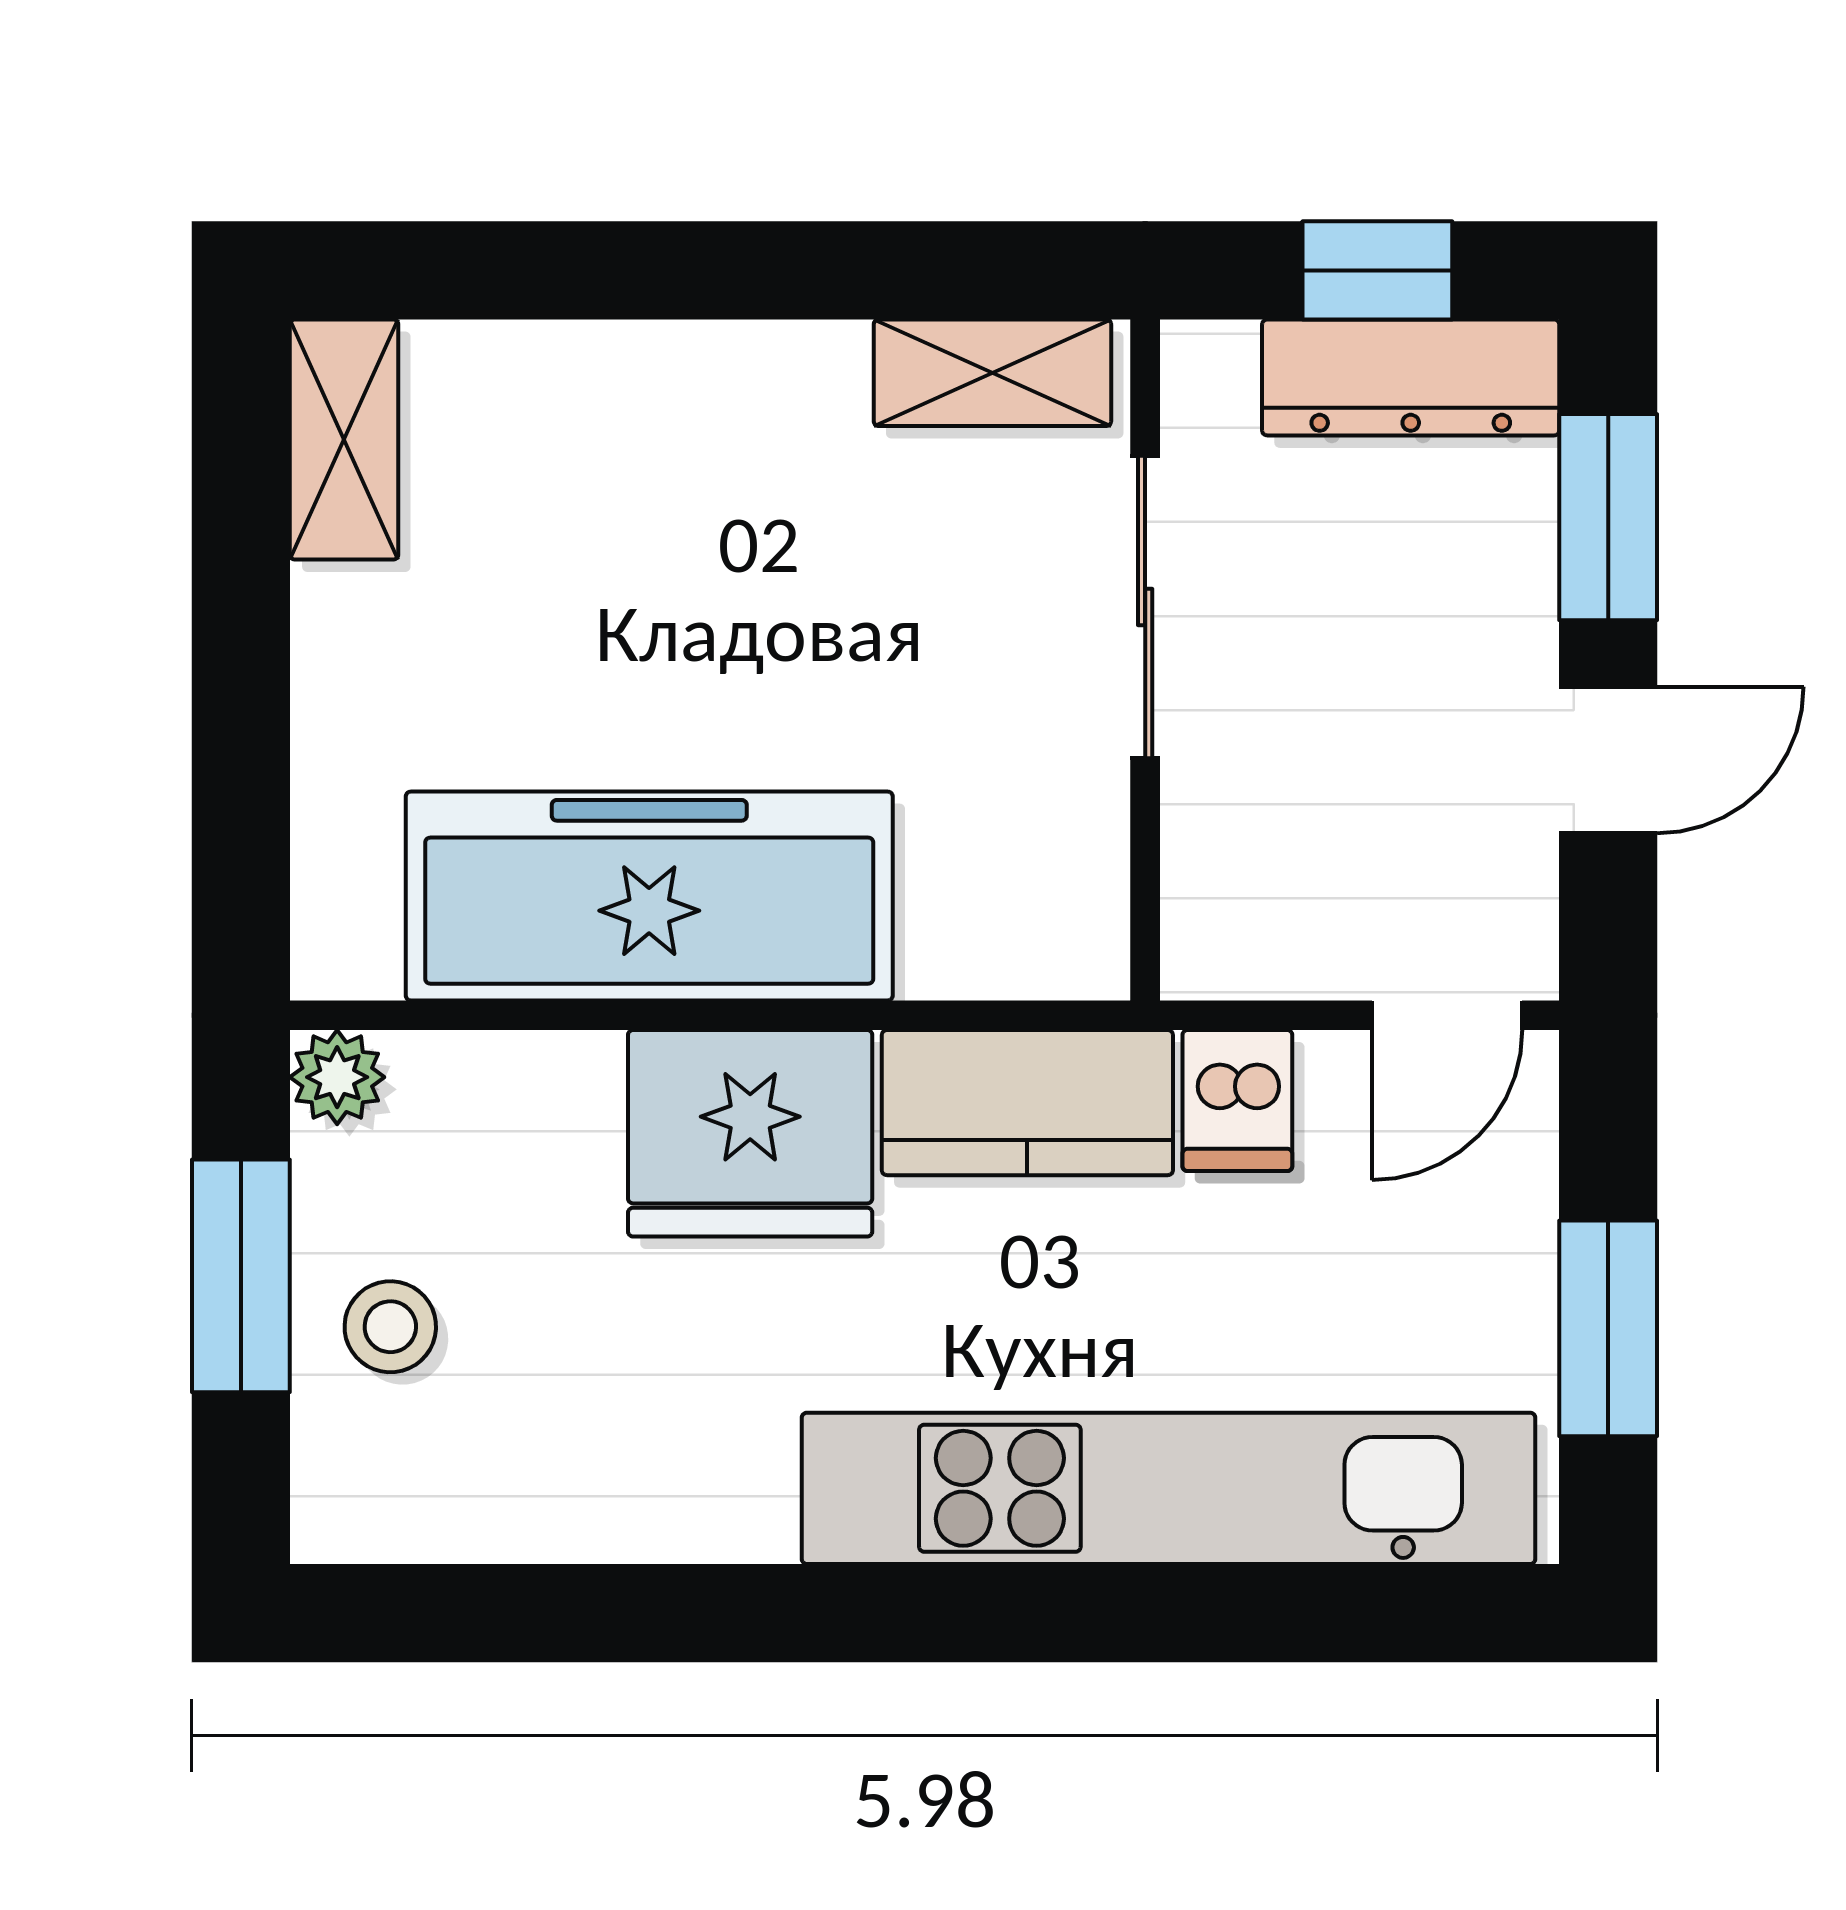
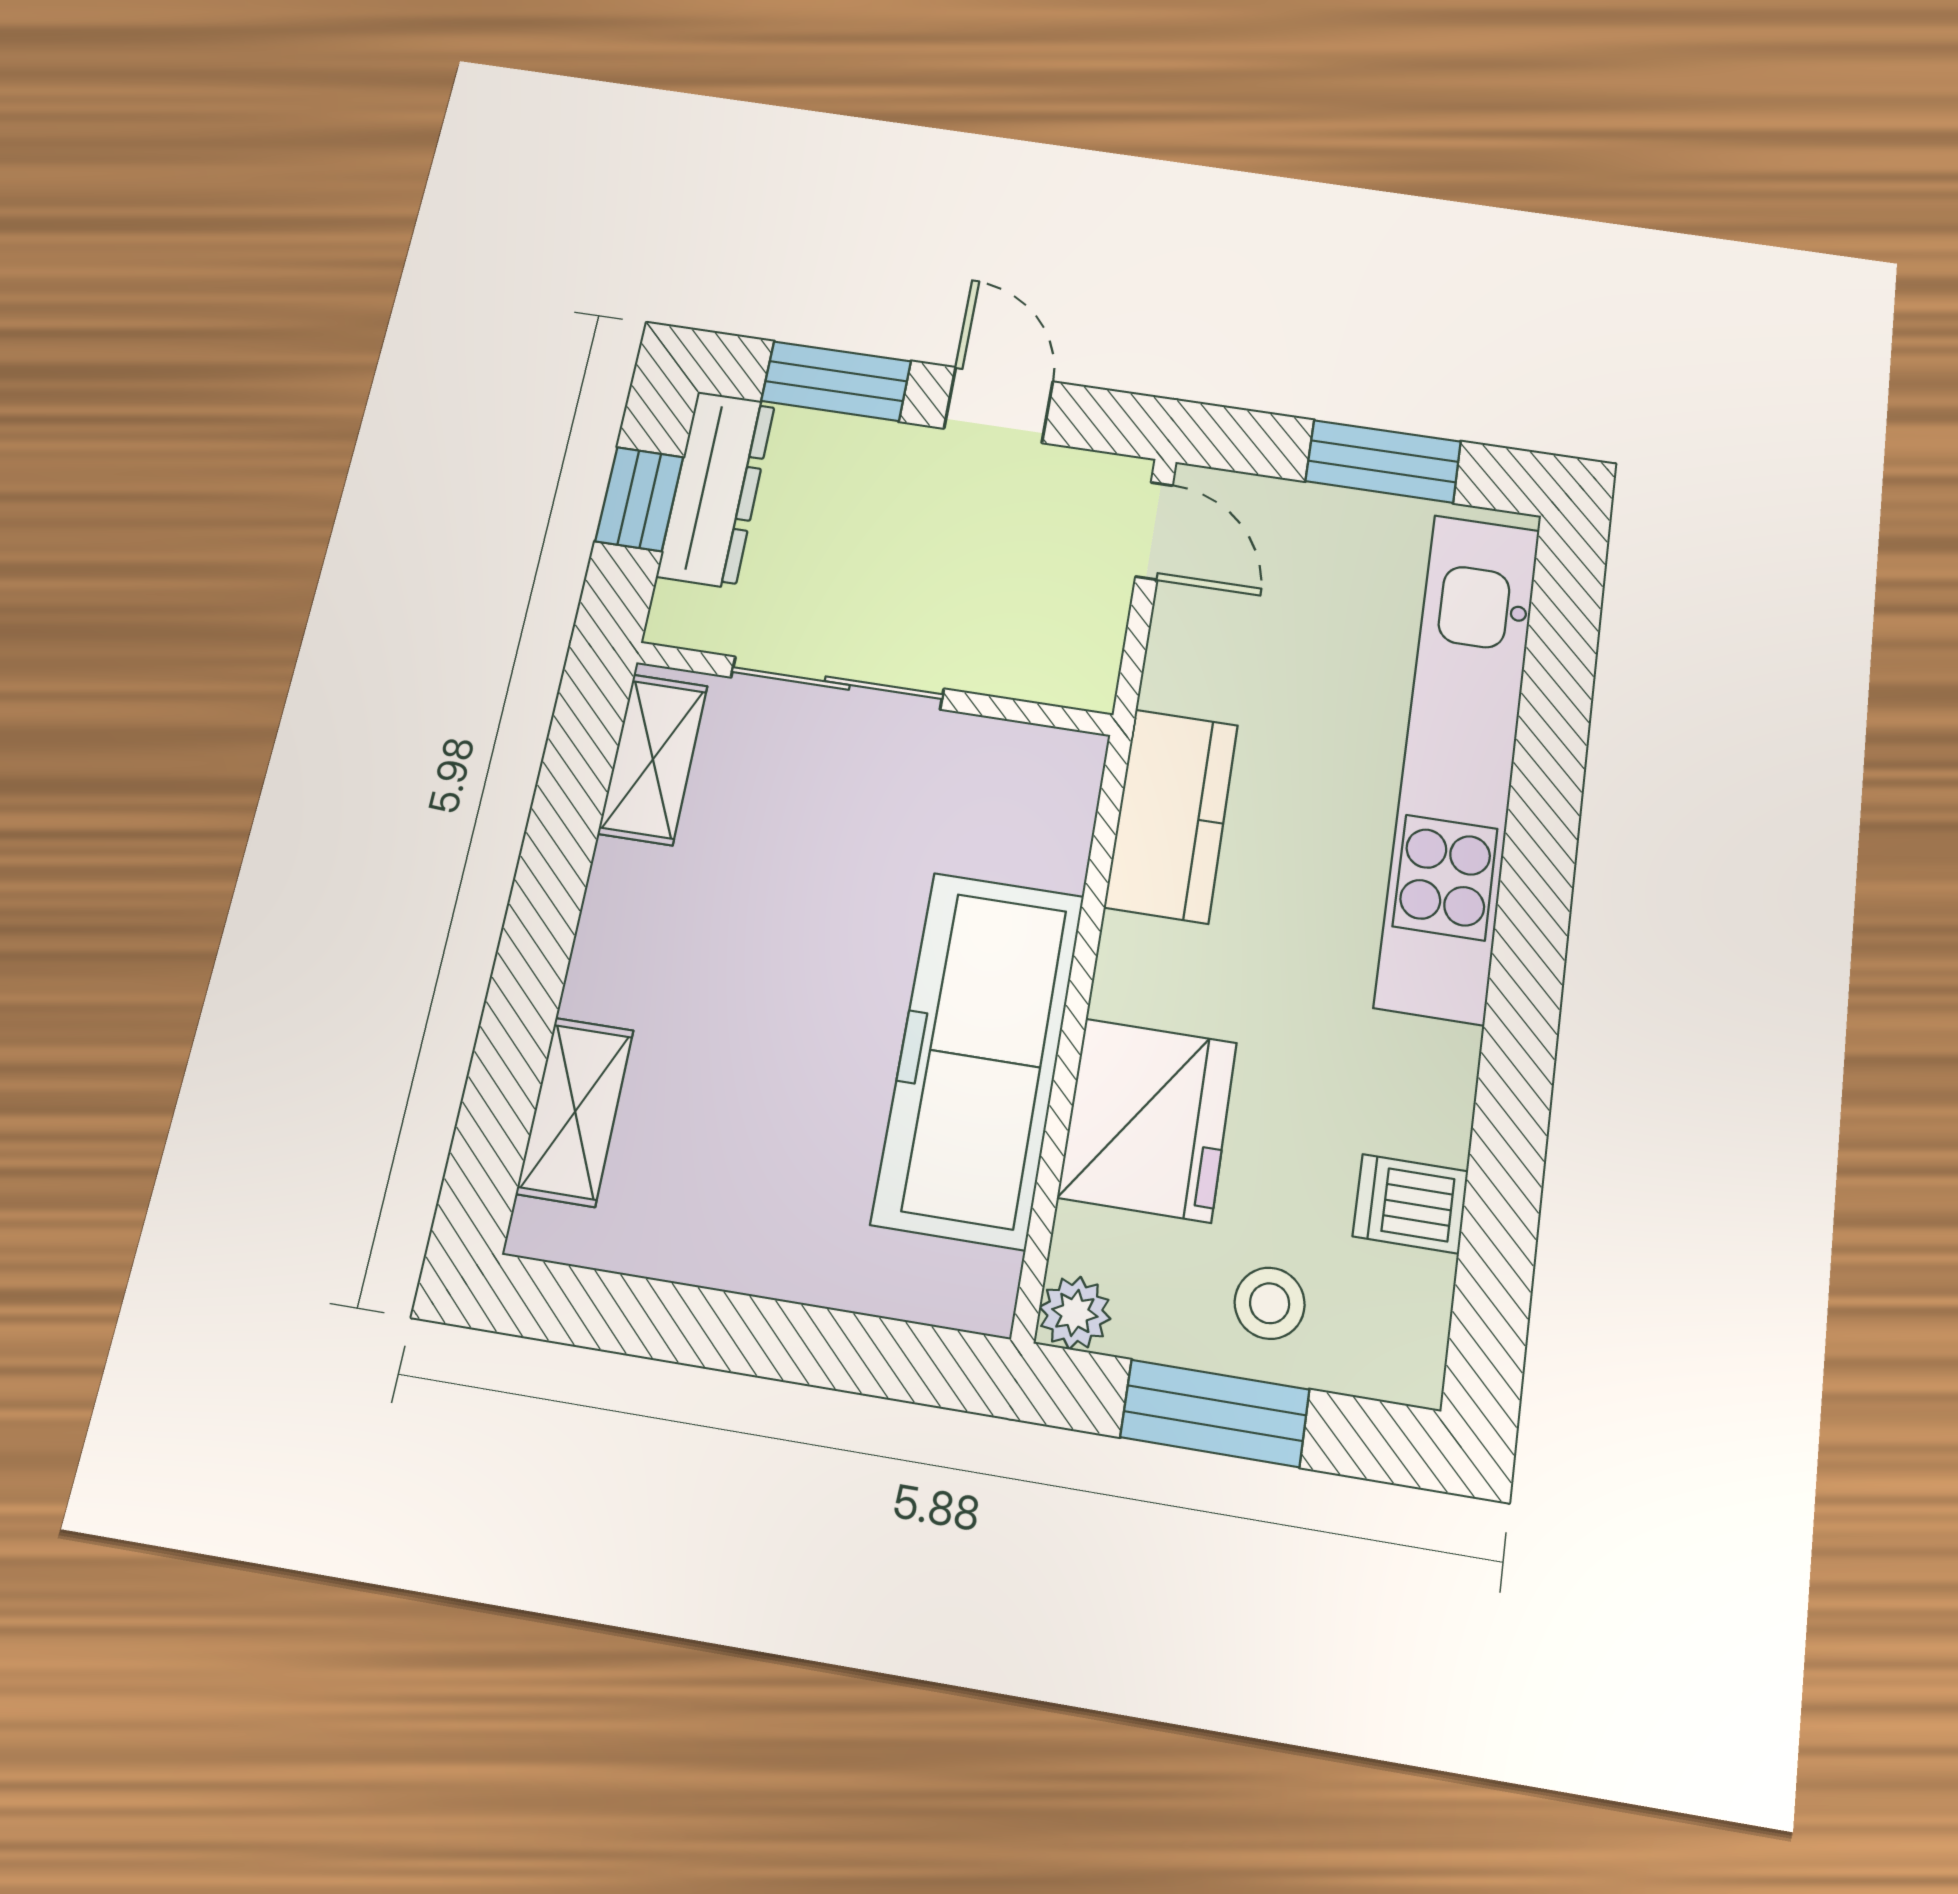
shelving: (344, 440) -> (575, 1112), moved, turned 90
dishwasher: (1237, 1101) -> (1410, 1204), moved, turned 180
fridge: (750, 1133) -> (1148, 1120), moved

